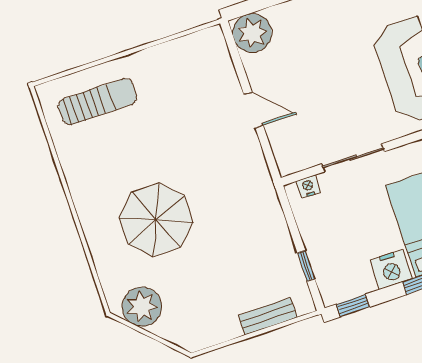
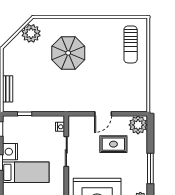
rug: (307, 69) -> (113, 144), added

